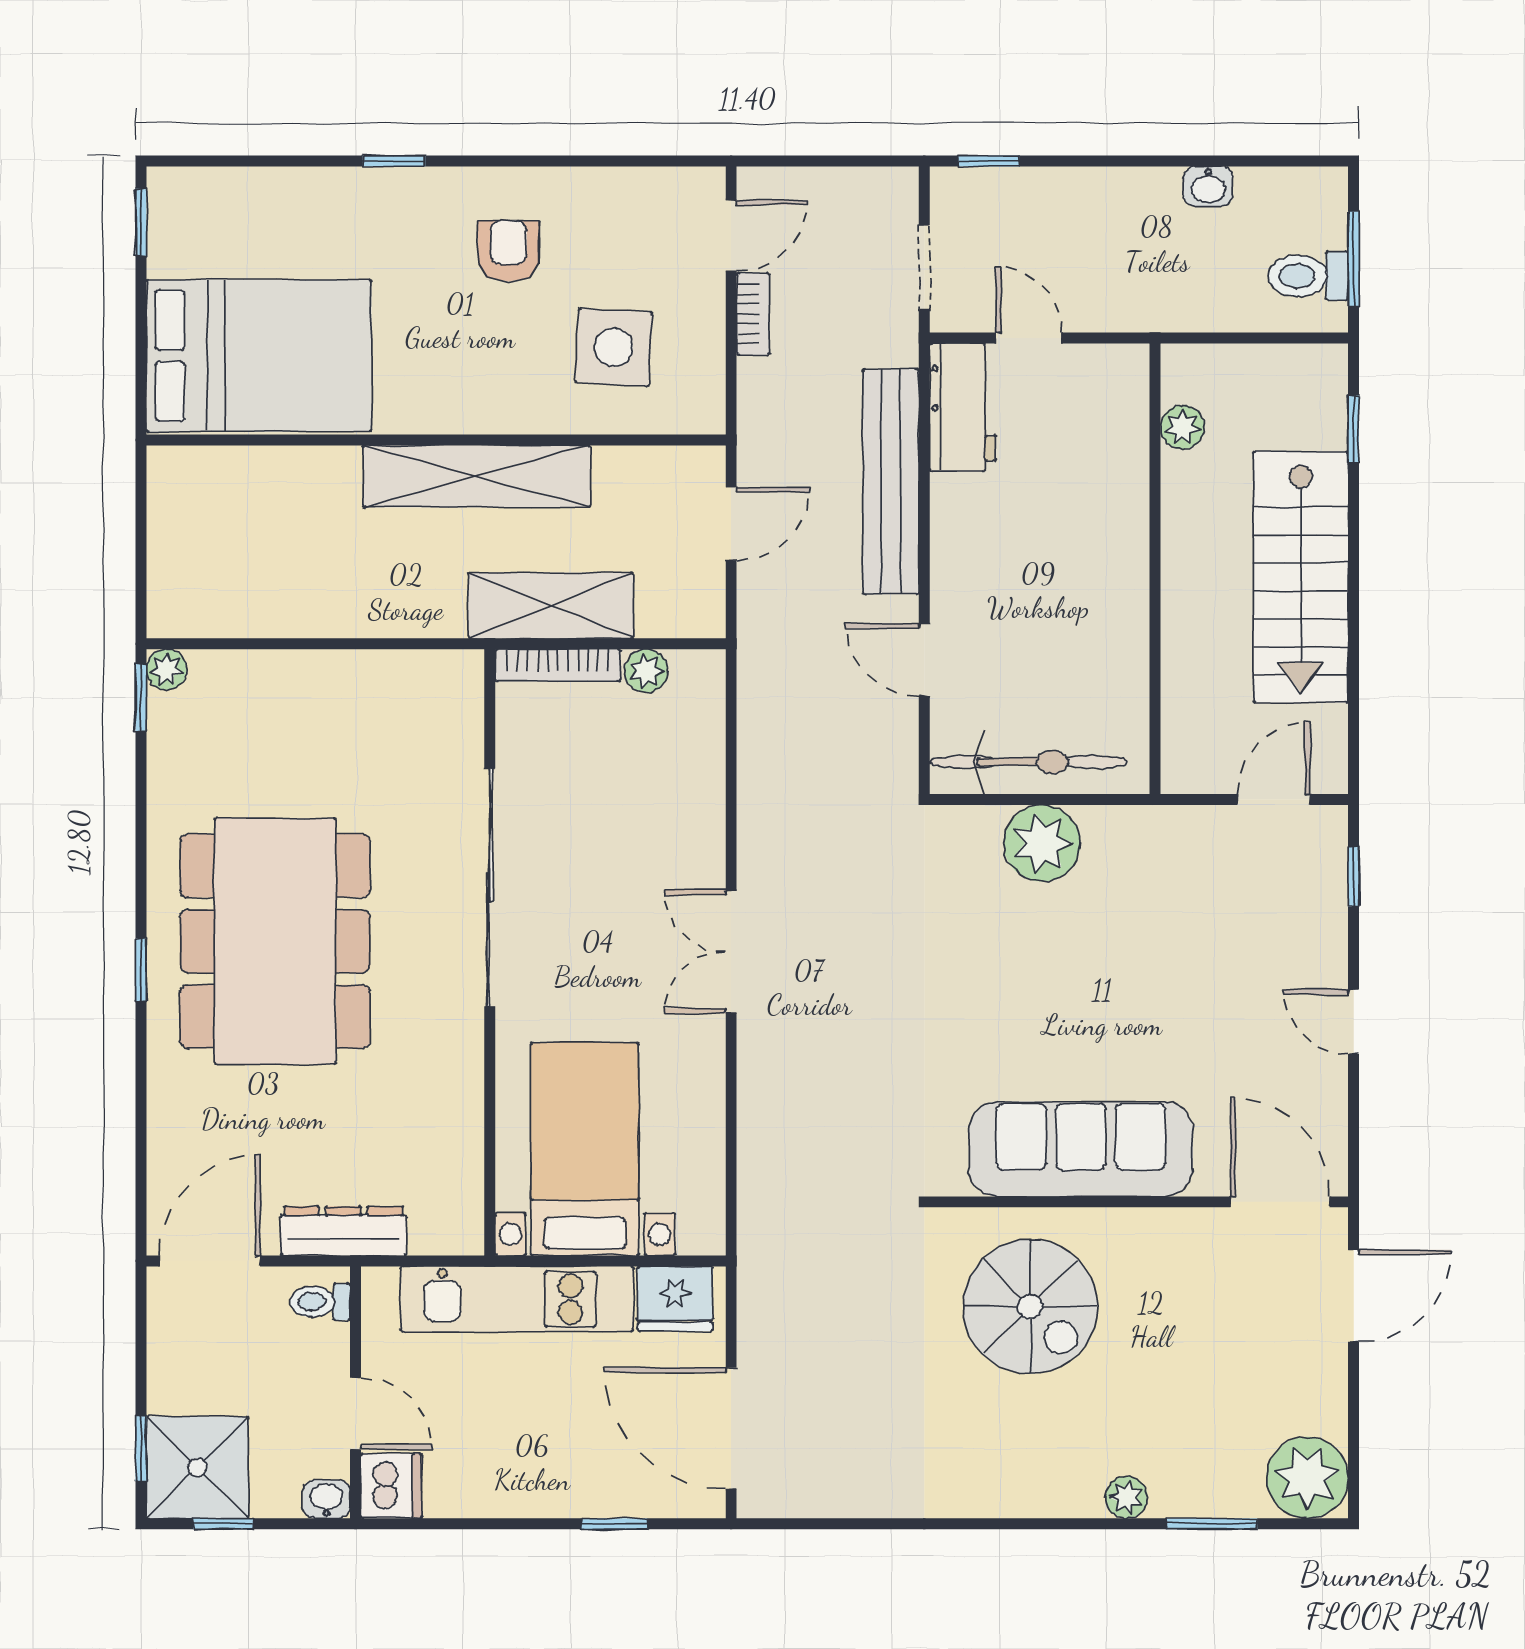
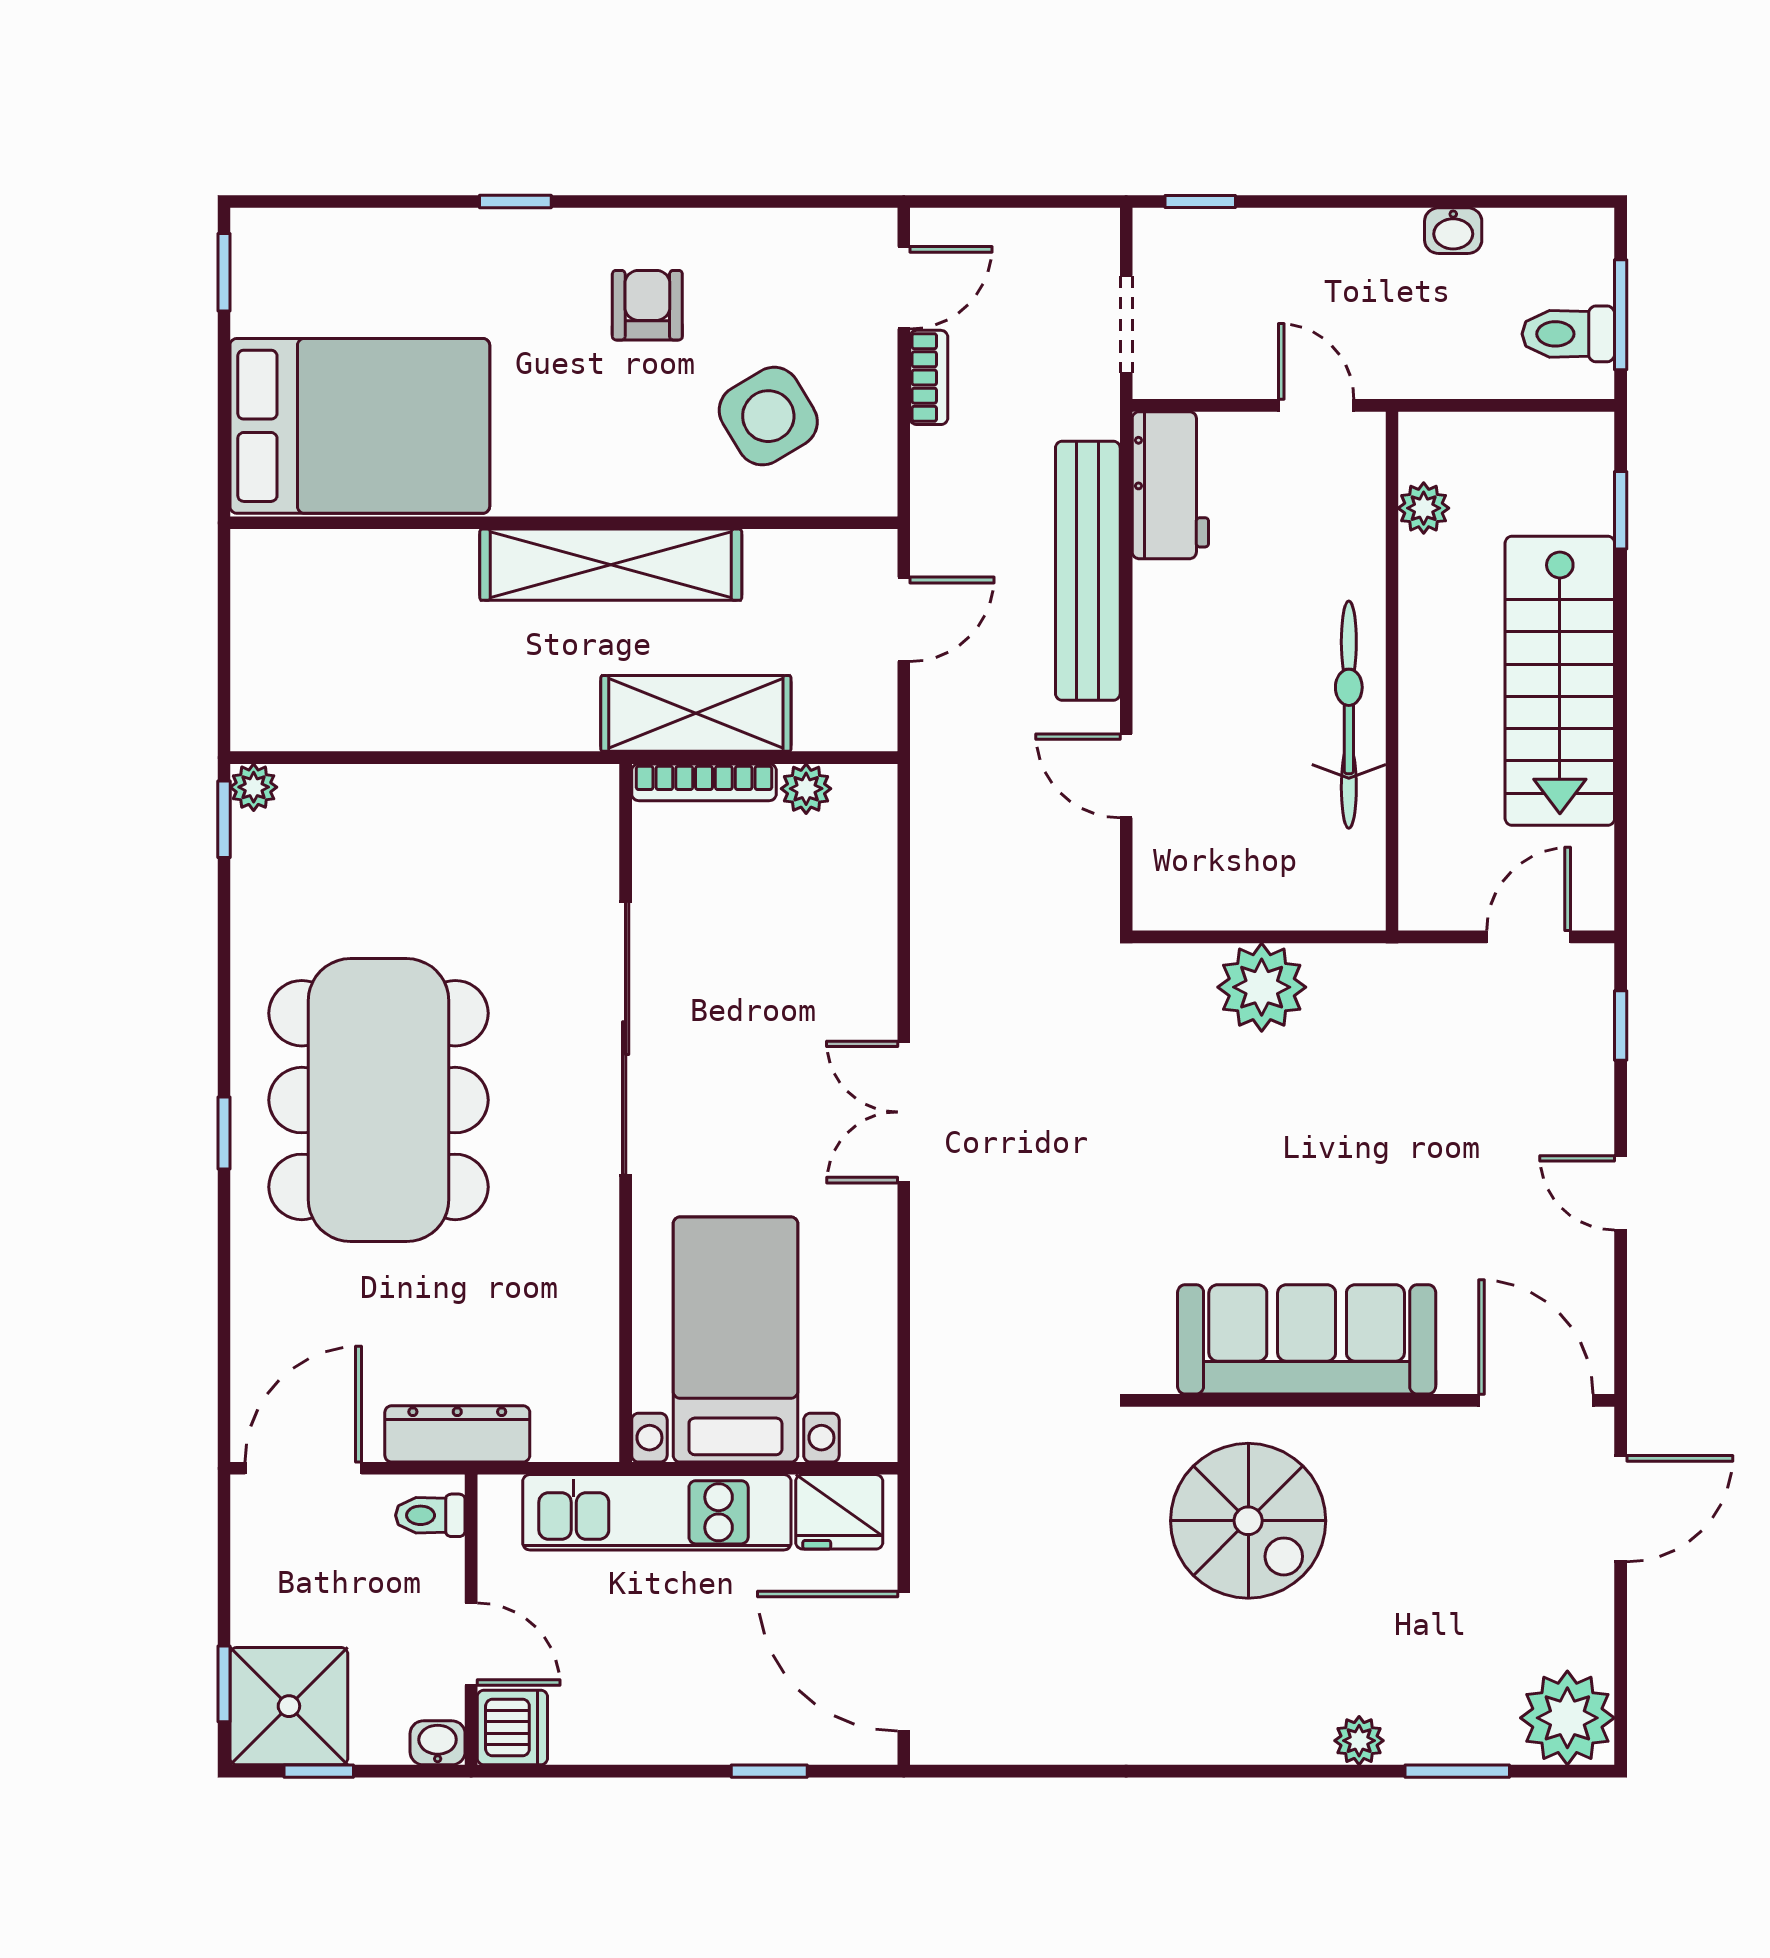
door: (1029, 338) -> (1316, 405), moved
side table: (614, 347) -> (768, 416), turned -34
bicycle: (1028, 762) -> (1349, 715), moved, turned -90

